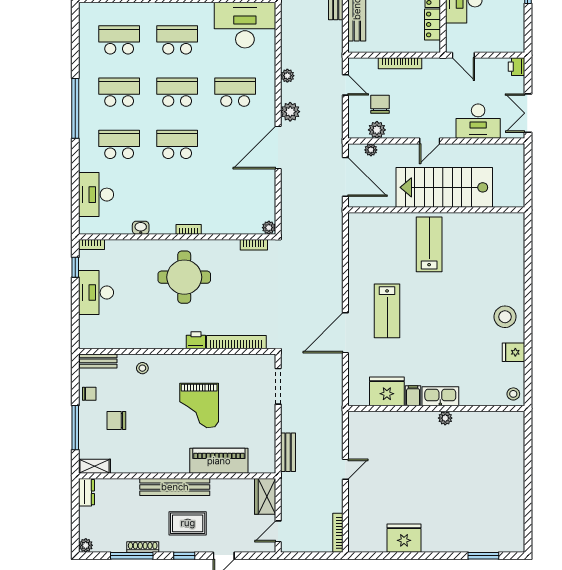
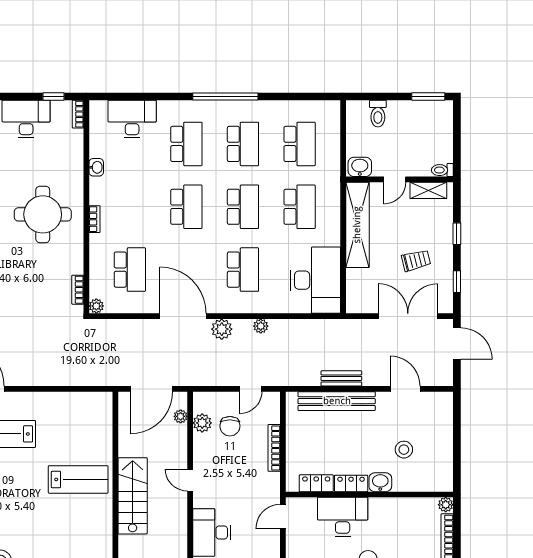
chair: (380, 104) -> (230, 426), turned 90
stairs: (444, 187) -> (133, 496), width x0.73, depth x0.66
school desk: (235, 197) -> (130, 270), added

